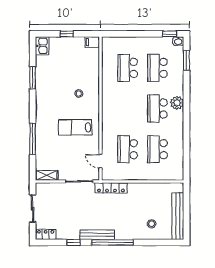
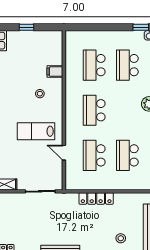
filing cabinet: (92, 42) -> (55, 72), moved
school desk: (158, 109) -> (94, 110), moved
door: (100, 161) -> (64, 153), moved
locker: (111, 188) -> (96, 198), moved

